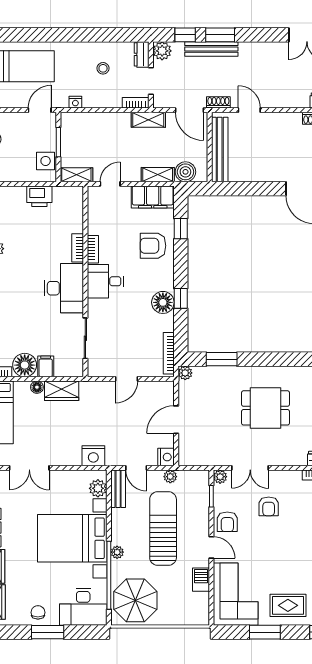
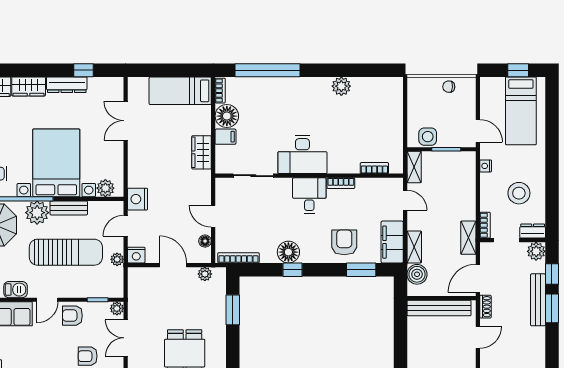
stool: (103, 68) -> (519, 193), width x1.89, depth x1.89
printer: (39, 196) -> (393, 130), removed
window: (181, 229) -> (361, 270), width x1.50
bookcase: (78, 248) -> (374, 168), moved
plant: (185, 373) -> (205, 274), moved
floor lamp: (37, 387) -> (205, 241), moved
nightstand: (93, 456) -> (137, 199), moved
bench: (118, 489) -> (69, 208), moved
plant: (117, 552) -> (37, 213), width x1.88, depth x1.88

